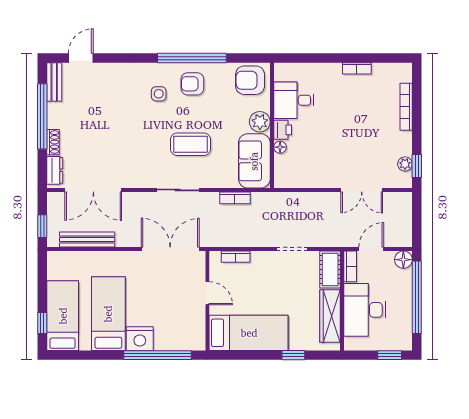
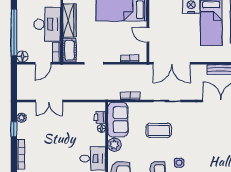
printer: (283, 130) -> (100, 117), moved
window: (417, 166) -> (14, 129), moved
double door: (362, 190) -> (49, 101), swing flipped

